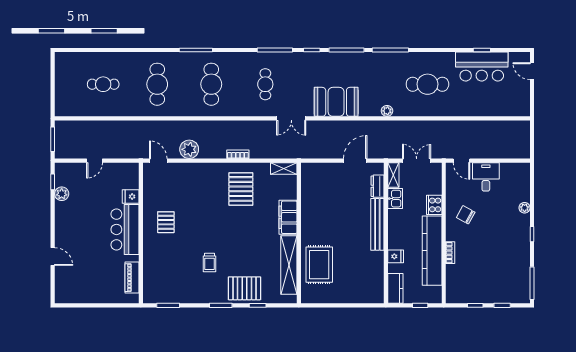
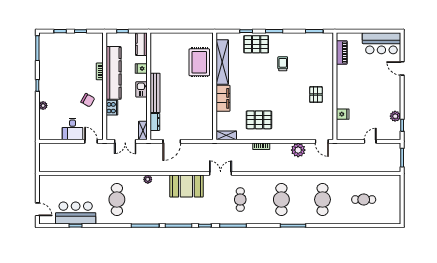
cafe table: (427, 84) -> (117, 200), turned 90
pallet: (241, 189) -> (259, 120), turned 90
kitchen sink: (395, 199) -> (142, 89), moved
bar counter: (125, 229) -> (381, 43), moved, turned 90

